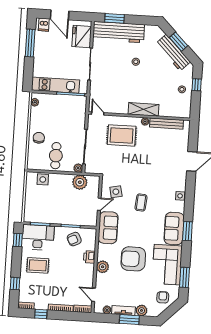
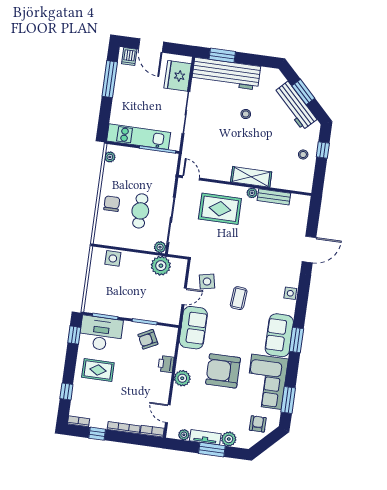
bench: (167, 124) -> (274, 197), width x0.73
cafe table: (56, 156) -> (140, 211), moved

